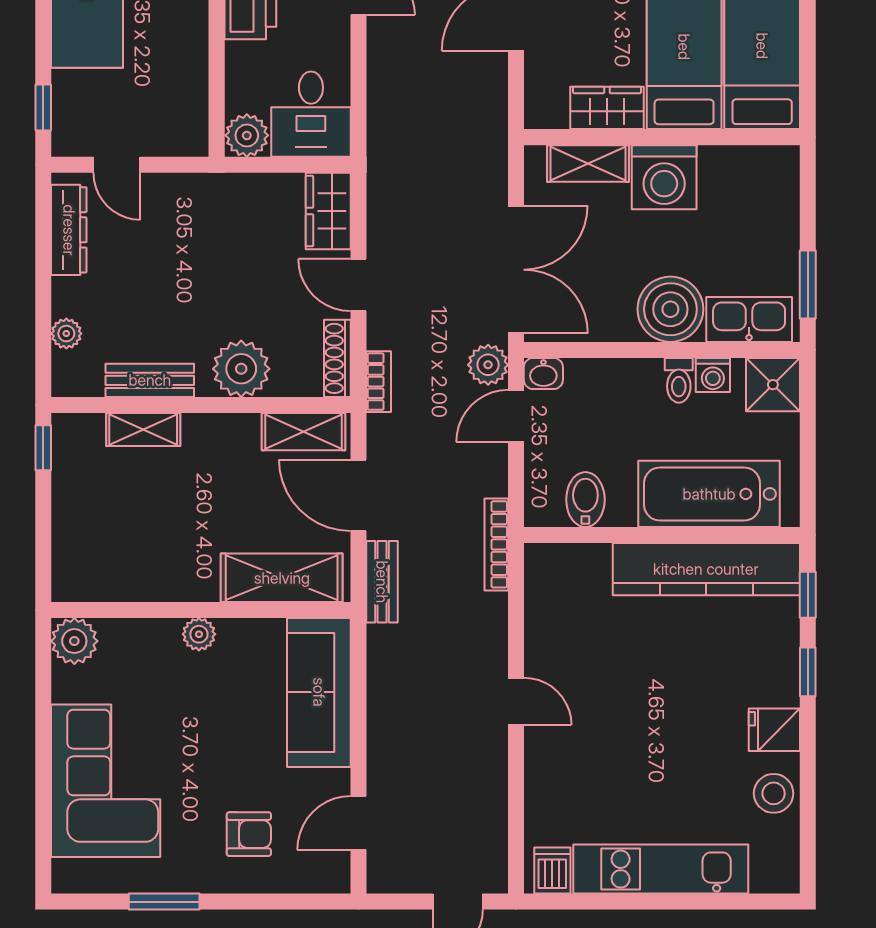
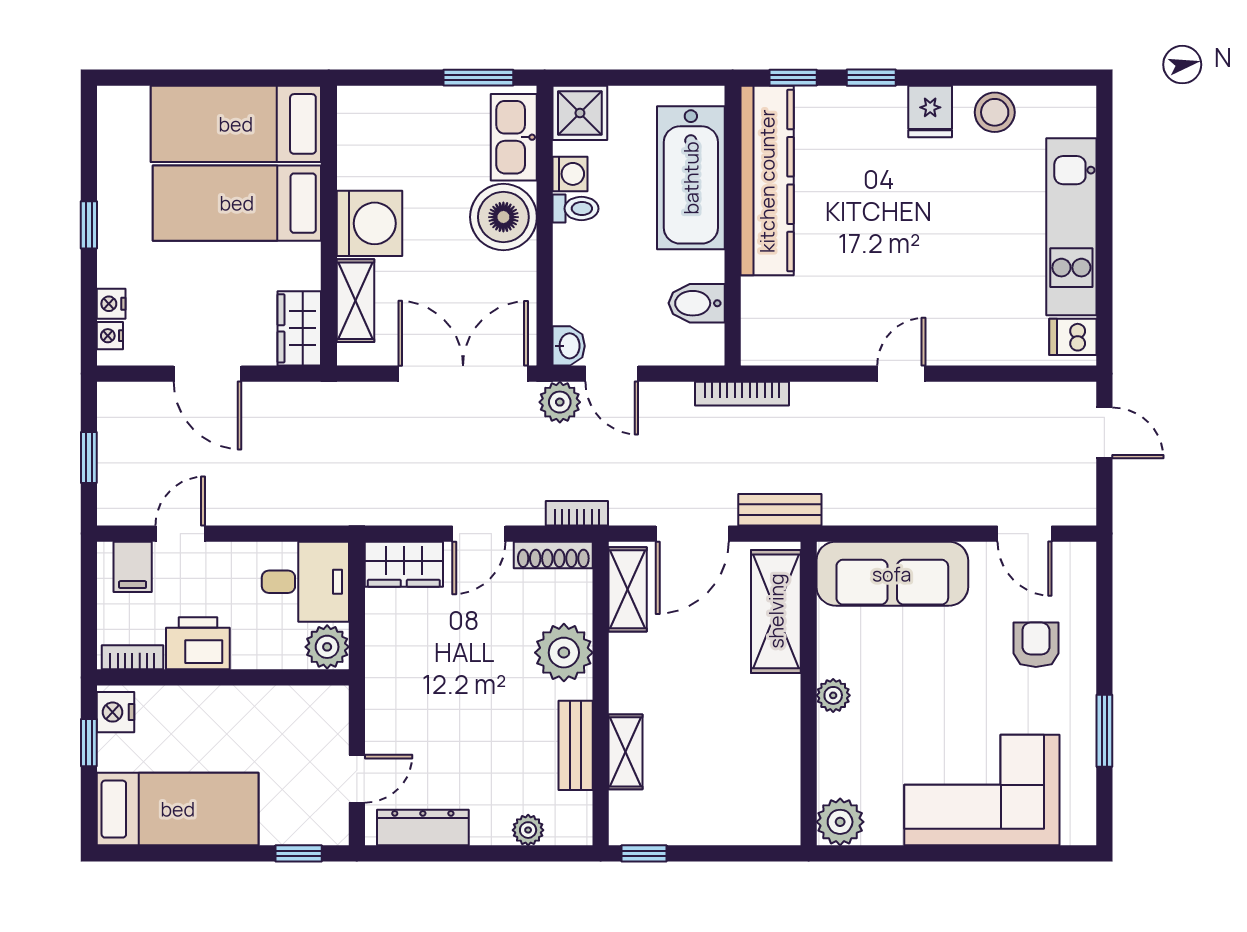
wardrobe: (607, 108) -> (299, 328), moved

